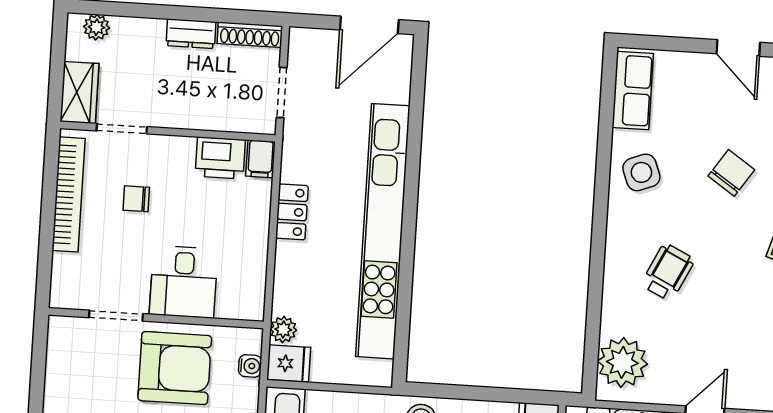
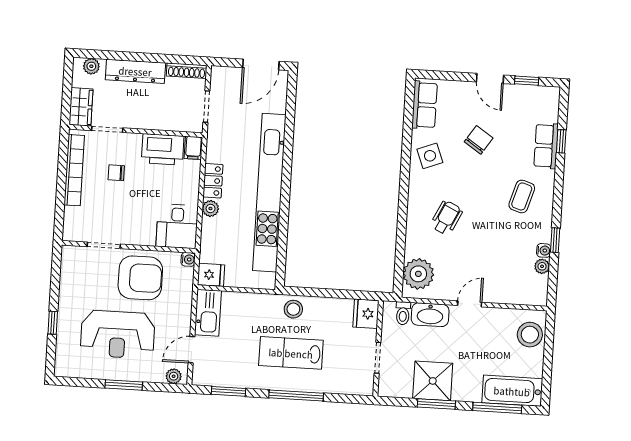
dresser: (191, 34) -> (135, 71), width x1.96, depth x1.24
printer: (220, 158) -> (163, 149), width x1.37, depth x1.19
chair: (731, 173) -> (479, 140), moved
desk: (184, 282) -> (177, 226), moved
plant: (283, 330) -> (210, 209), moved
water cooler: (250, 366) -> (188, 259), moved

